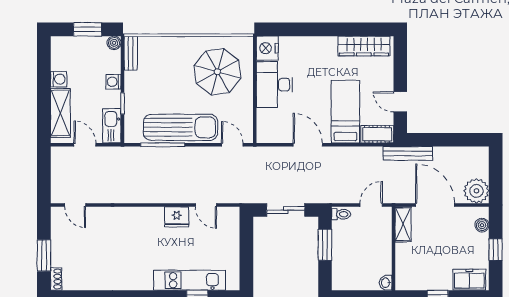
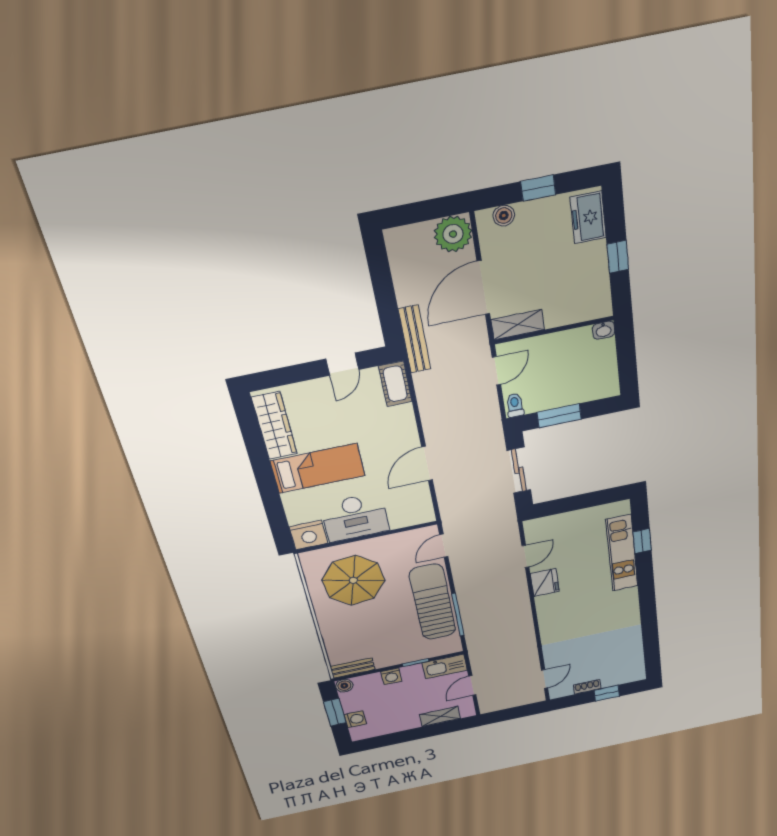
washing machine: (59, 79) -> (355, 719), moved, turned 90
bed: (345, 112) -> (318, 468), moved, turned 180
shelving: (60, 113) -> (440, 716), width x0.67, depth x0.75
door: (371, 205) -> (496, 371), swing flipped
window: (44, 255) -> (607, 693), width x0.67
shoe rack: (56, 279) -> (587, 687), moved

